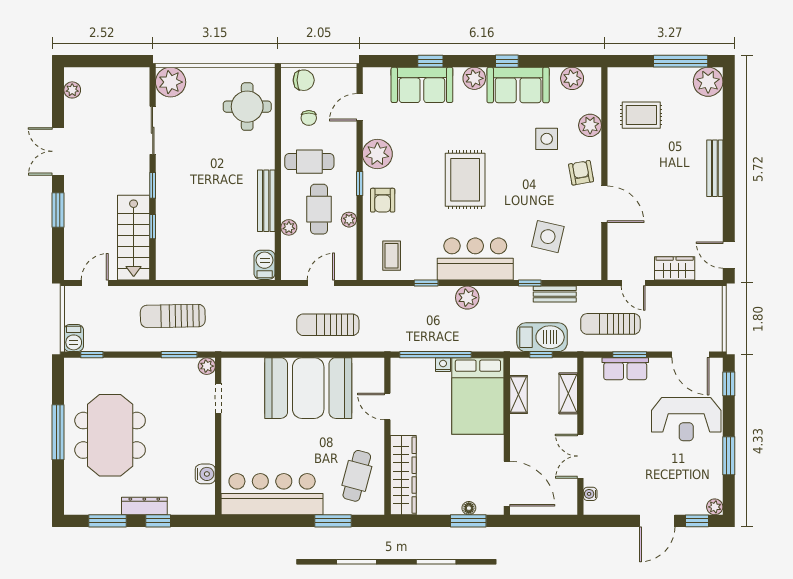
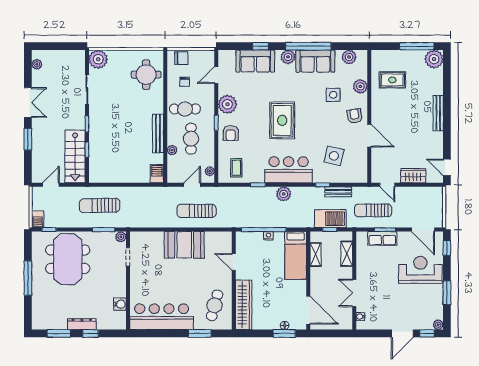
window: (507, 61) -> (308, 46), width x3.17
double door: (58, 151) -> (28, 103), swing flipped
plant: (349, 220) -> (210, 171), moved
booth: (308, 388) -> (184, 245), width x0.73, depth x0.70
bed: (478, 396) -> (296, 255), width x0.67
reception desk: (686, 419) -> (420, 270), turned 180
meeting table: (110, 435) -> (68, 259), moved

